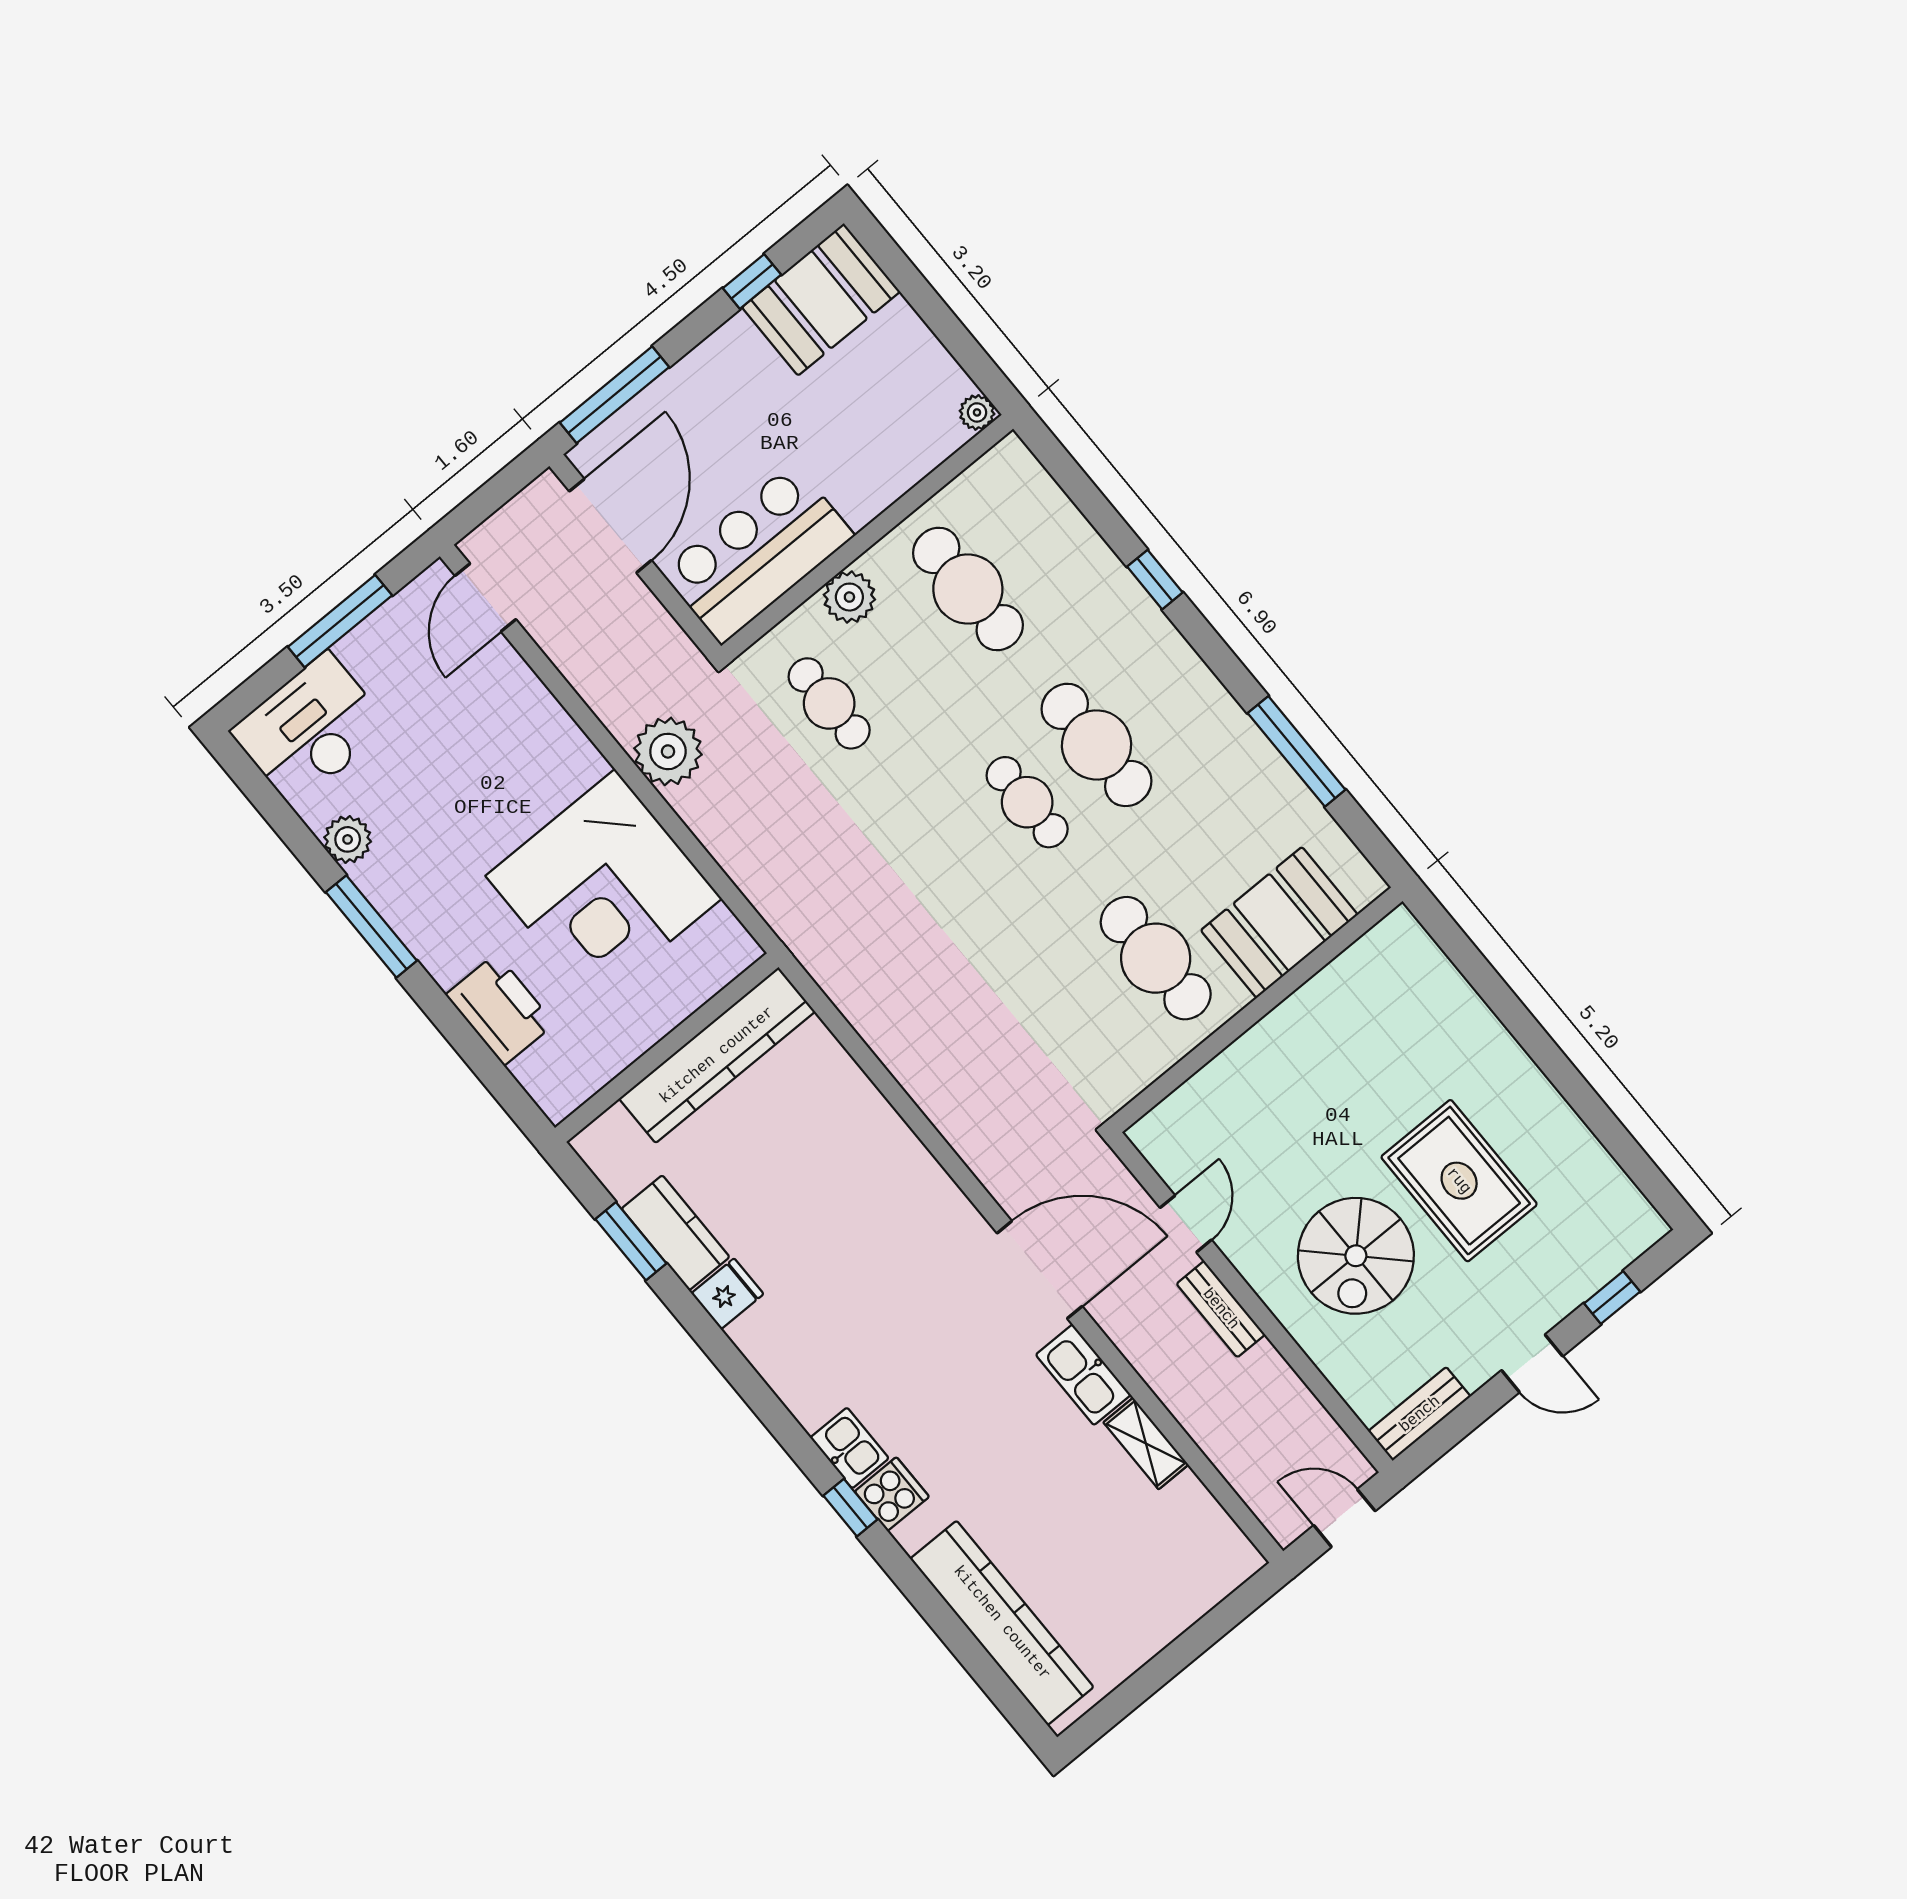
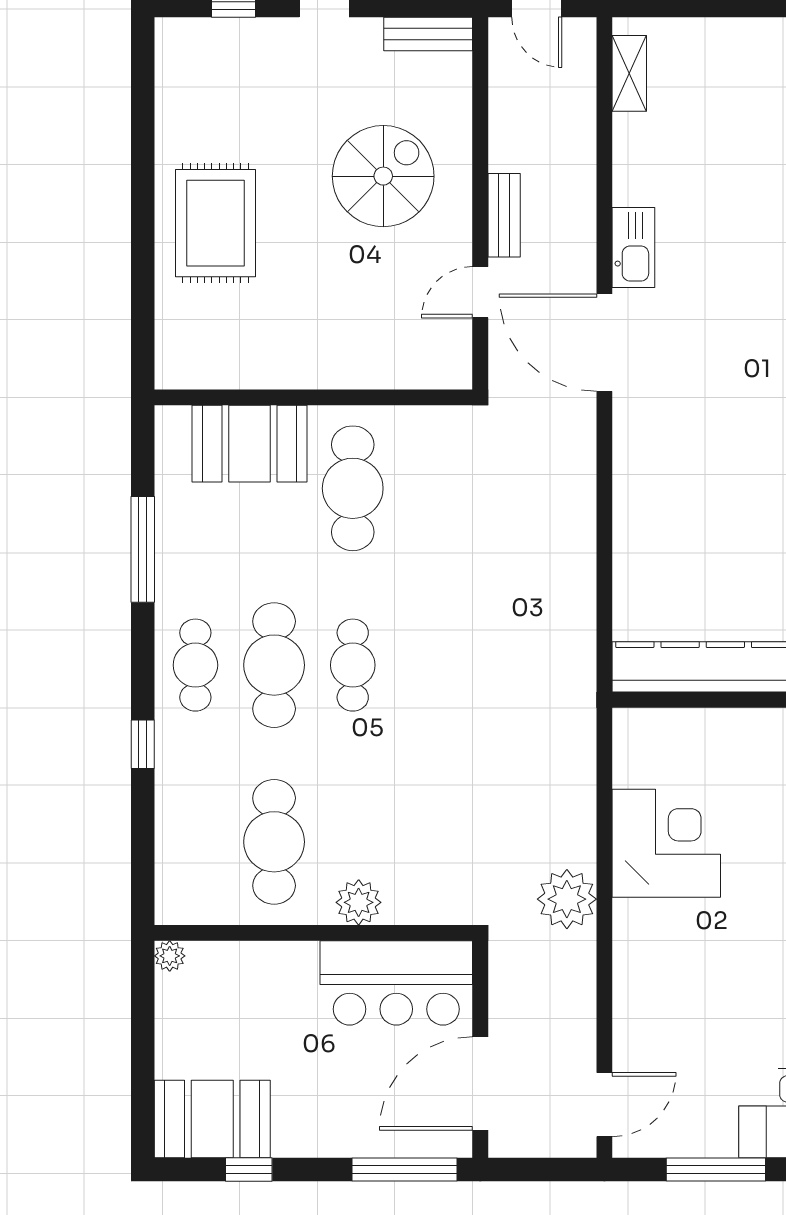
cafe table: (829, 703) -> (195, 665), moved
corner desk: (604, 887) -> (666, 843), width x0.74, depth x0.74
rug: (1459, 1181) -> (216, 223), moved
shelving: (1146, 1443) -> (629, 73), moved

